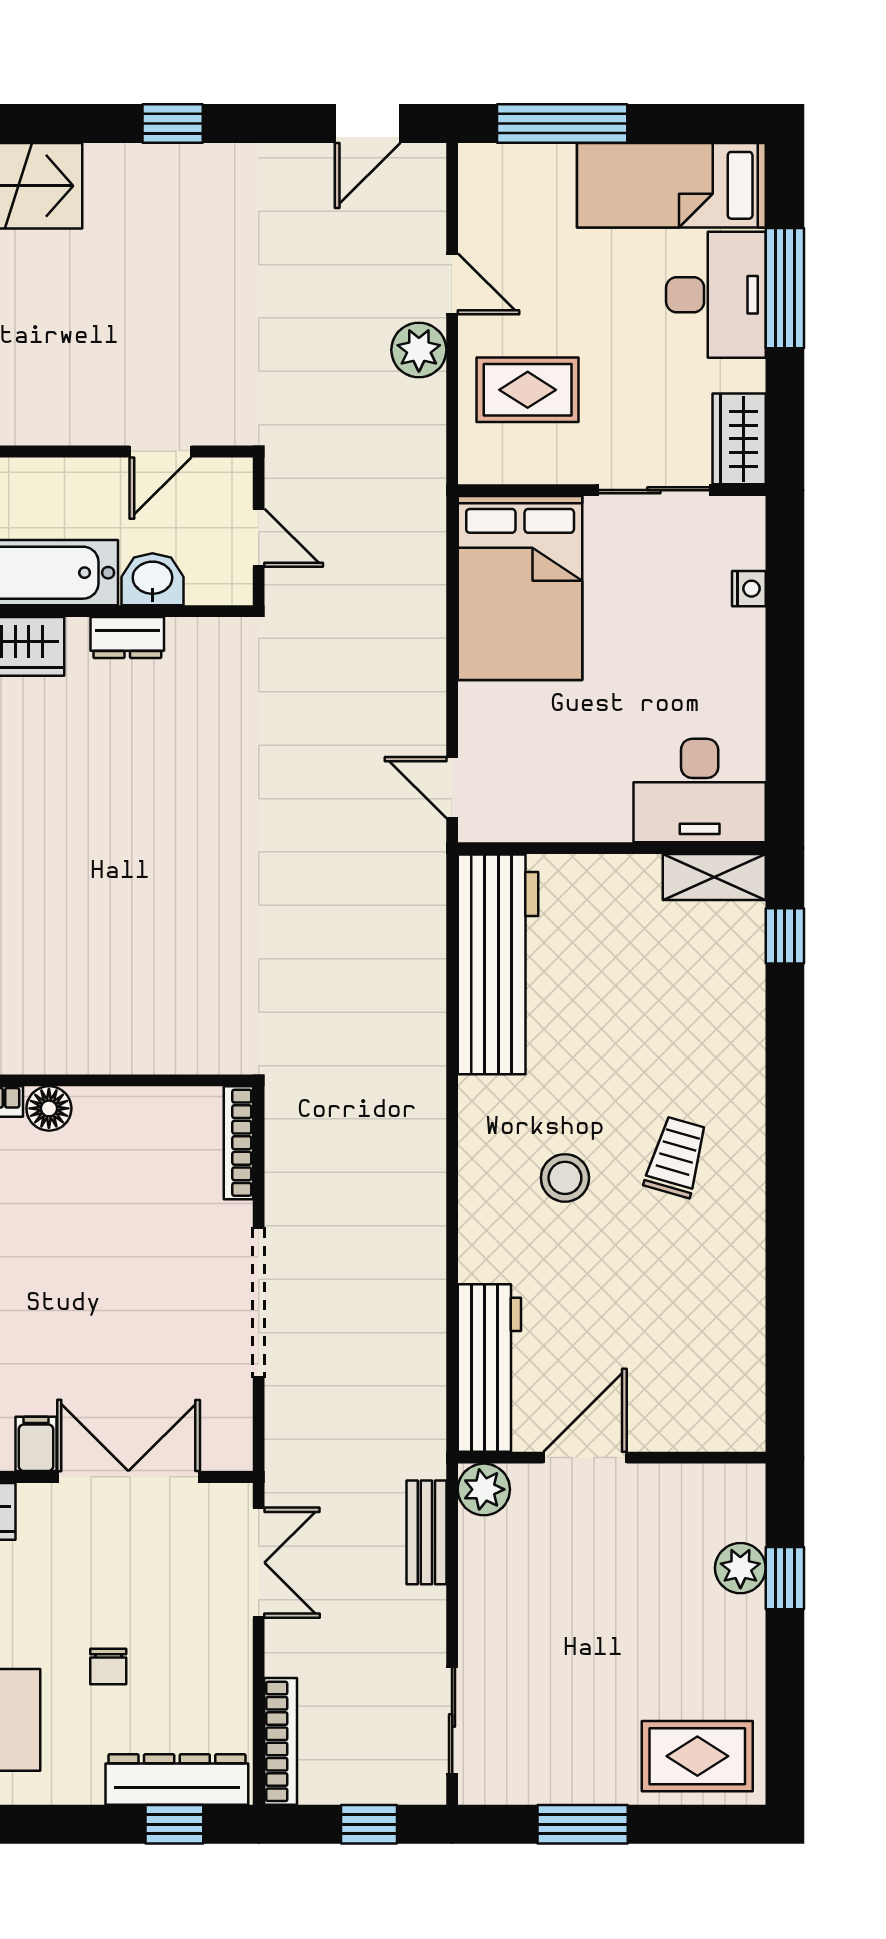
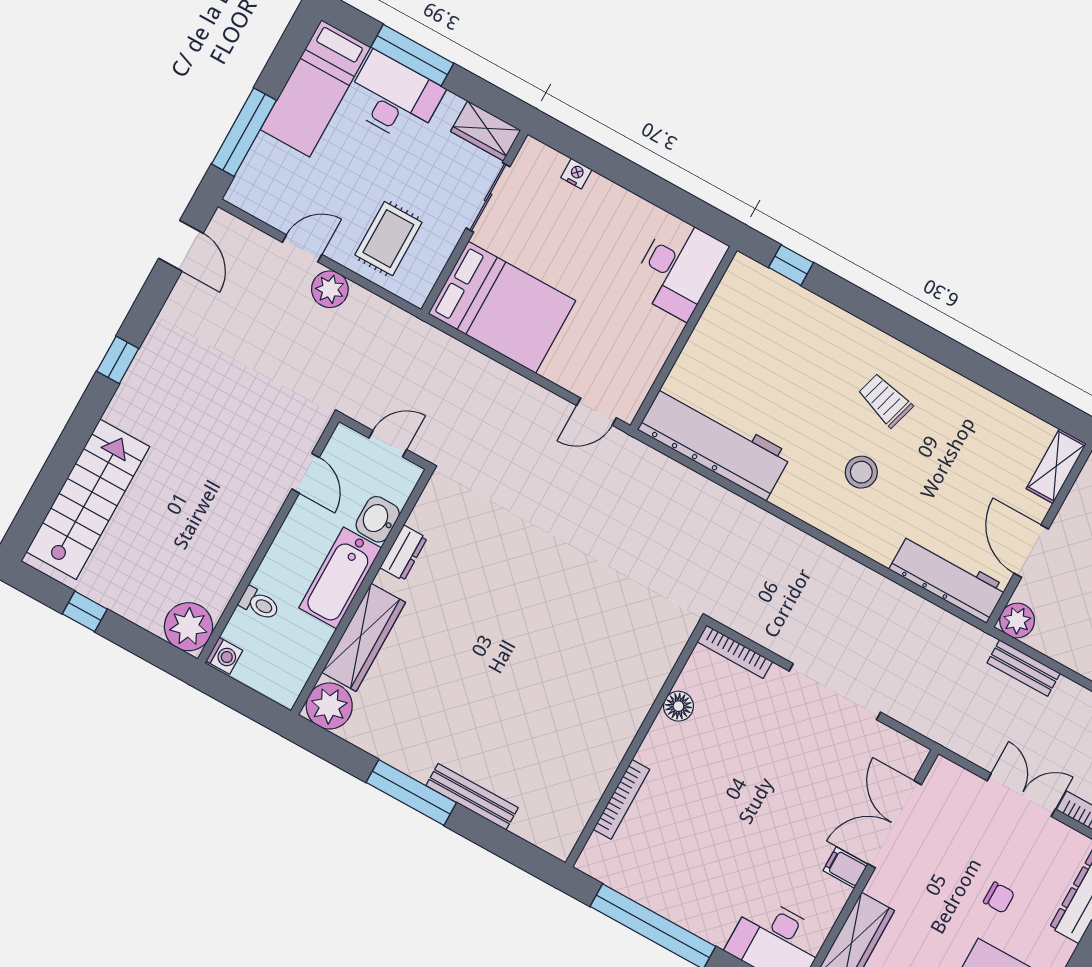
shelving: (714, 877) -> (1056, 466), moved
floor lamp: (49, 1108) -> (678, 706), moved
double door: (259, 1563) -> (1021, 795), moved

